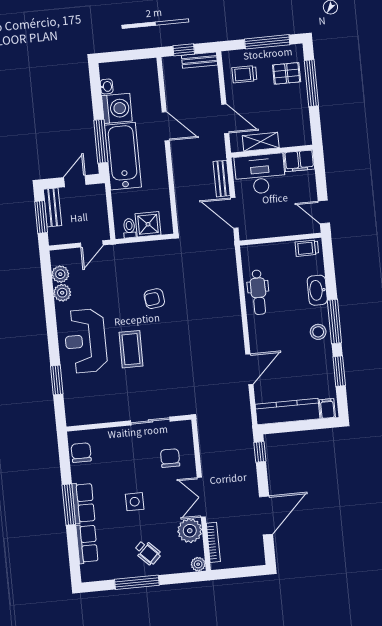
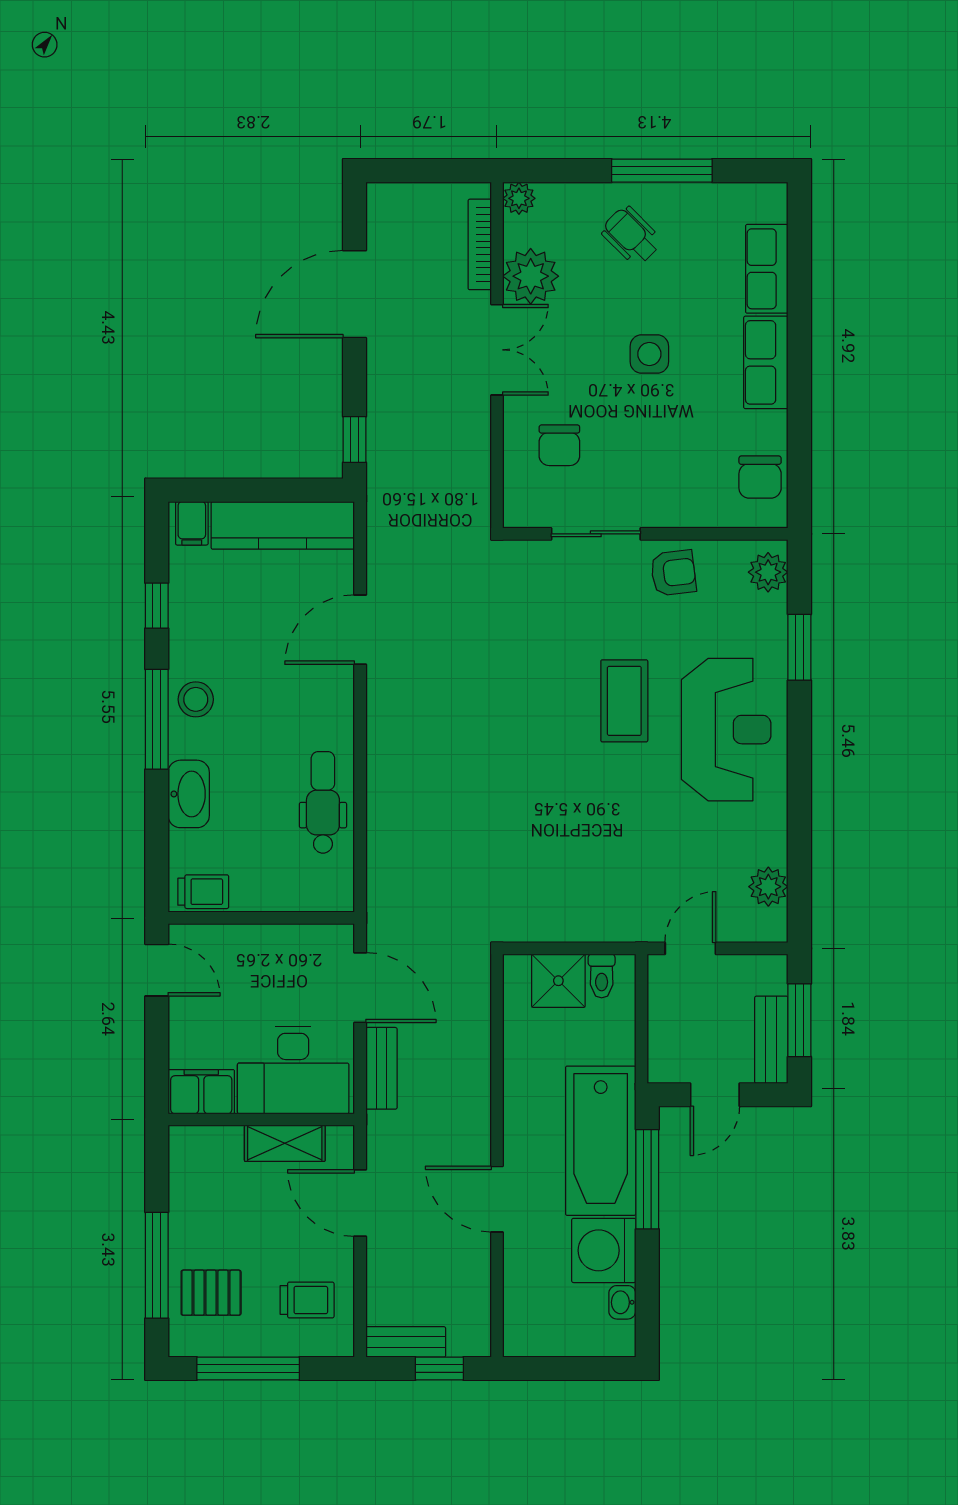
plant: (62, 293) -> (768, 572), moved
armchair: (154, 299) -> (673, 573), moved
window: (339, 371) -> (157, 606), width x0.67
window: (69, 505) -> (799, 362), removed

